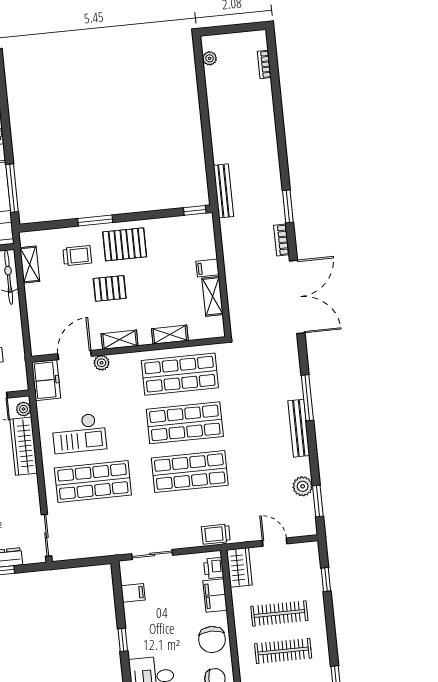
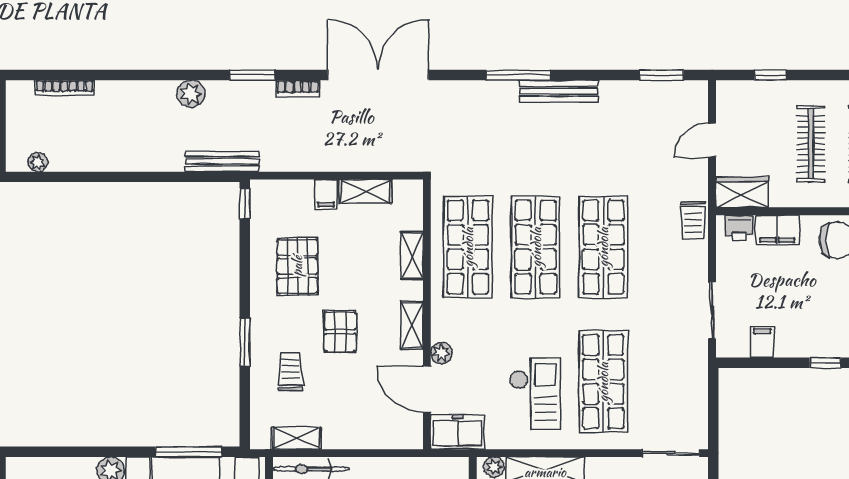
bookcase: (264, 64) -> (65, 88), width x1.56
pallet: (125, 244) -> (297, 266), moved
plant: (303, 486) -> (191, 94), moved

